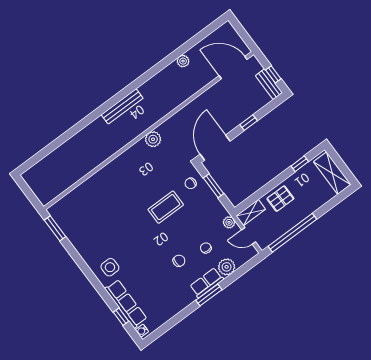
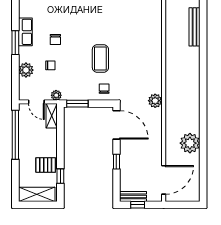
plant: (183, 61) -> (190, 143), width x1.87, depth x1.87
bench: (122, 106) -> (195, 27), moved
plant: (153, 139) -> (155, 101), moved
window: (214, 186) -> (77, 104), moved
pallet: (280, 199) -> (46, 165), moved, turned 90
door: (249, 236) -> (36, 102), swing flipped
row of seats: (207, 283) -> (25, 32), moved

